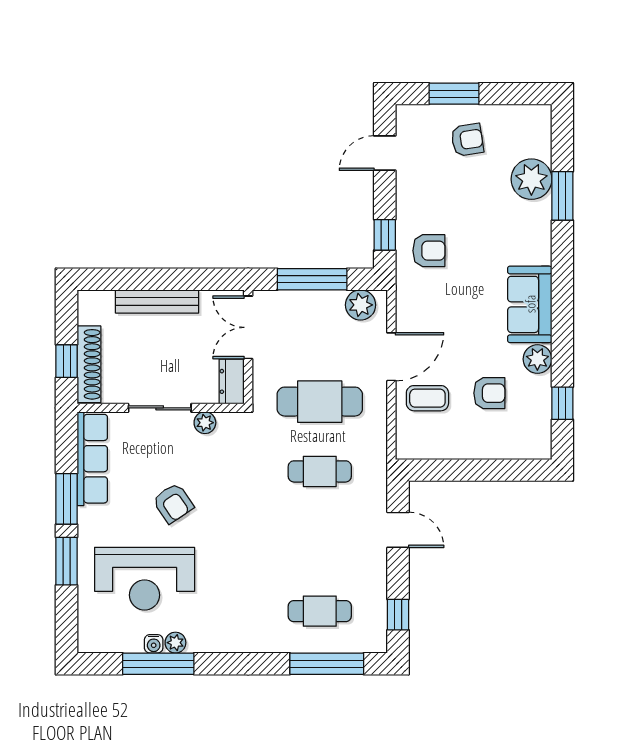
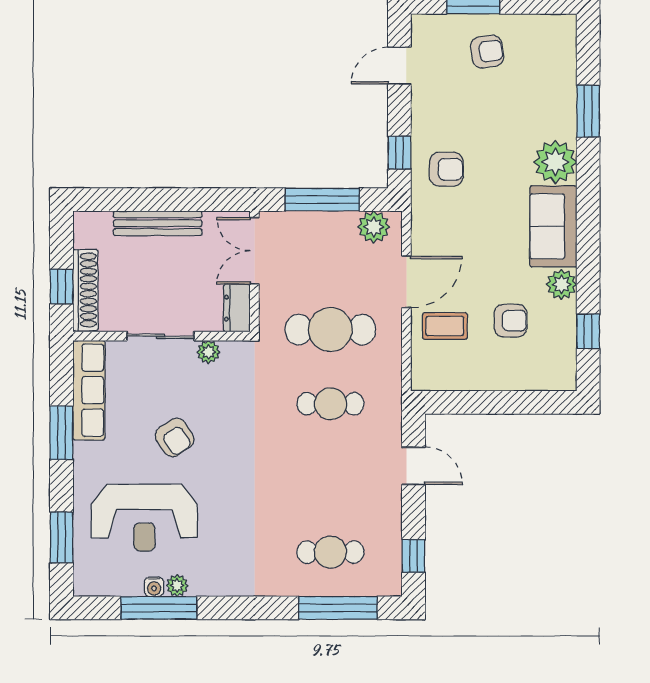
plant: (531, 179) -> (555, 162), moved
window: (67, 561) -> (62, 537), moved

